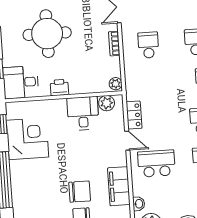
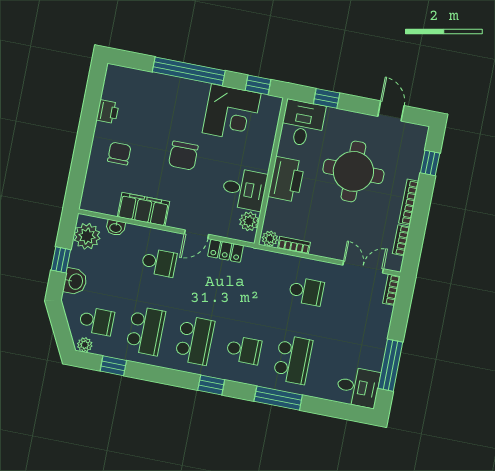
bookcase: (114, 44) -> (294, 245), moved
printer: (59, 88) -> (286, 179), width x1.87, depth x1.48
school desk: (156, 163) -> (159, 263), width x0.54
chair: (80, 192) -> (183, 156), moved

